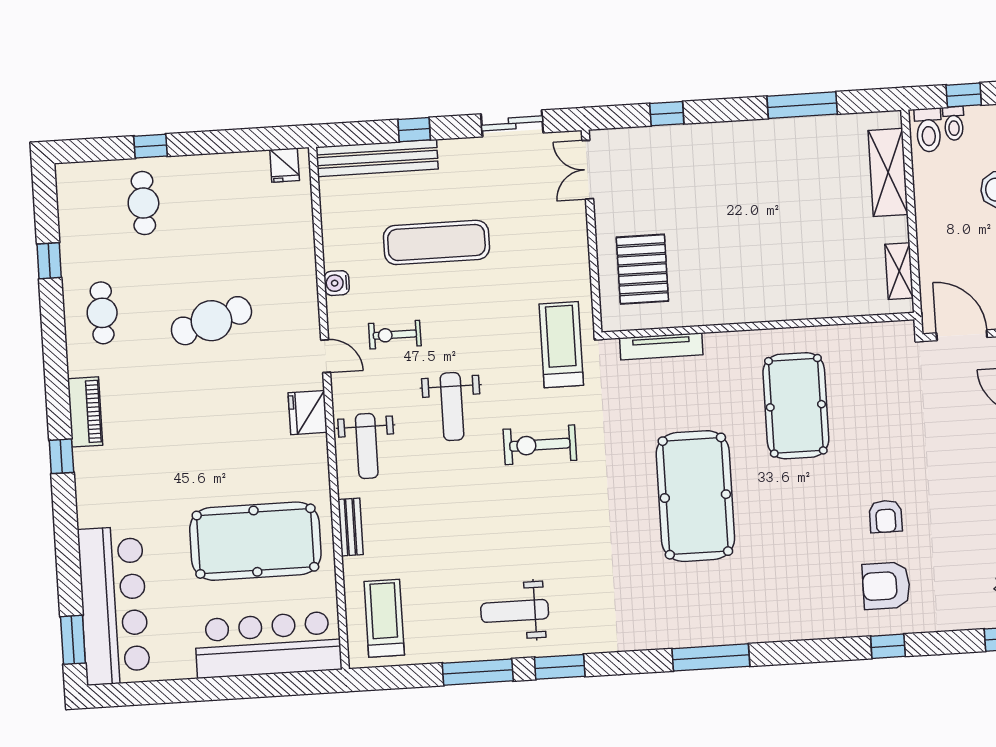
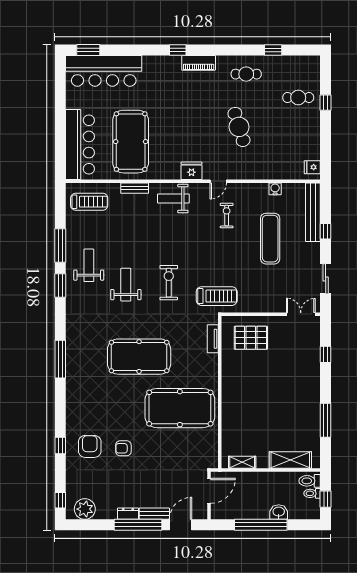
water cooler: (337, 283) -> (275, 189), moved
tv unit: (661, 346) -> (213, 339), width x0.71
pool table: (796, 406) -> (180, 408), width x1.36, depth x1.32
weight bench: (452, 407) -> (126, 285), moved, turned 90

